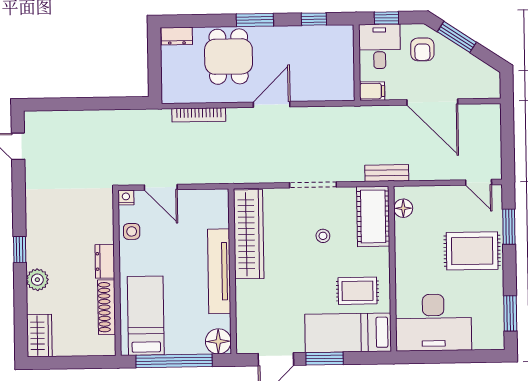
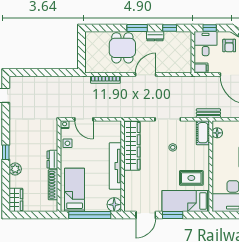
dresser: (177, 36) -> (155, 36), moved
cot: (373, 216) -> (203, 133), width x0.73, depth x0.75

